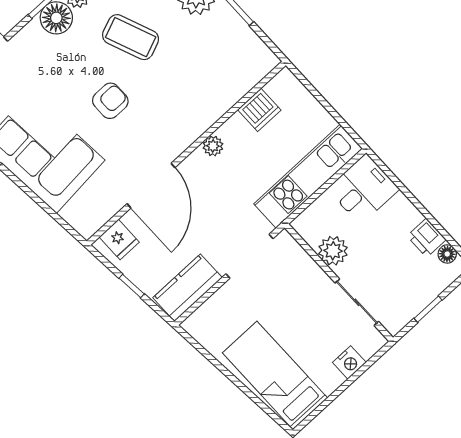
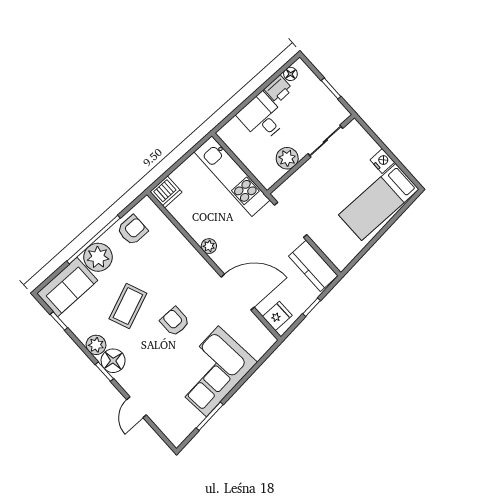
armchair: (234, 42) -> (132, 230), added
dishwasher: (259, 110) -> (166, 192), moved, turned 90
desk: (363, 189) -> (262, 117), moved
nightstand: (349, 362) -> (382, 161), moved

